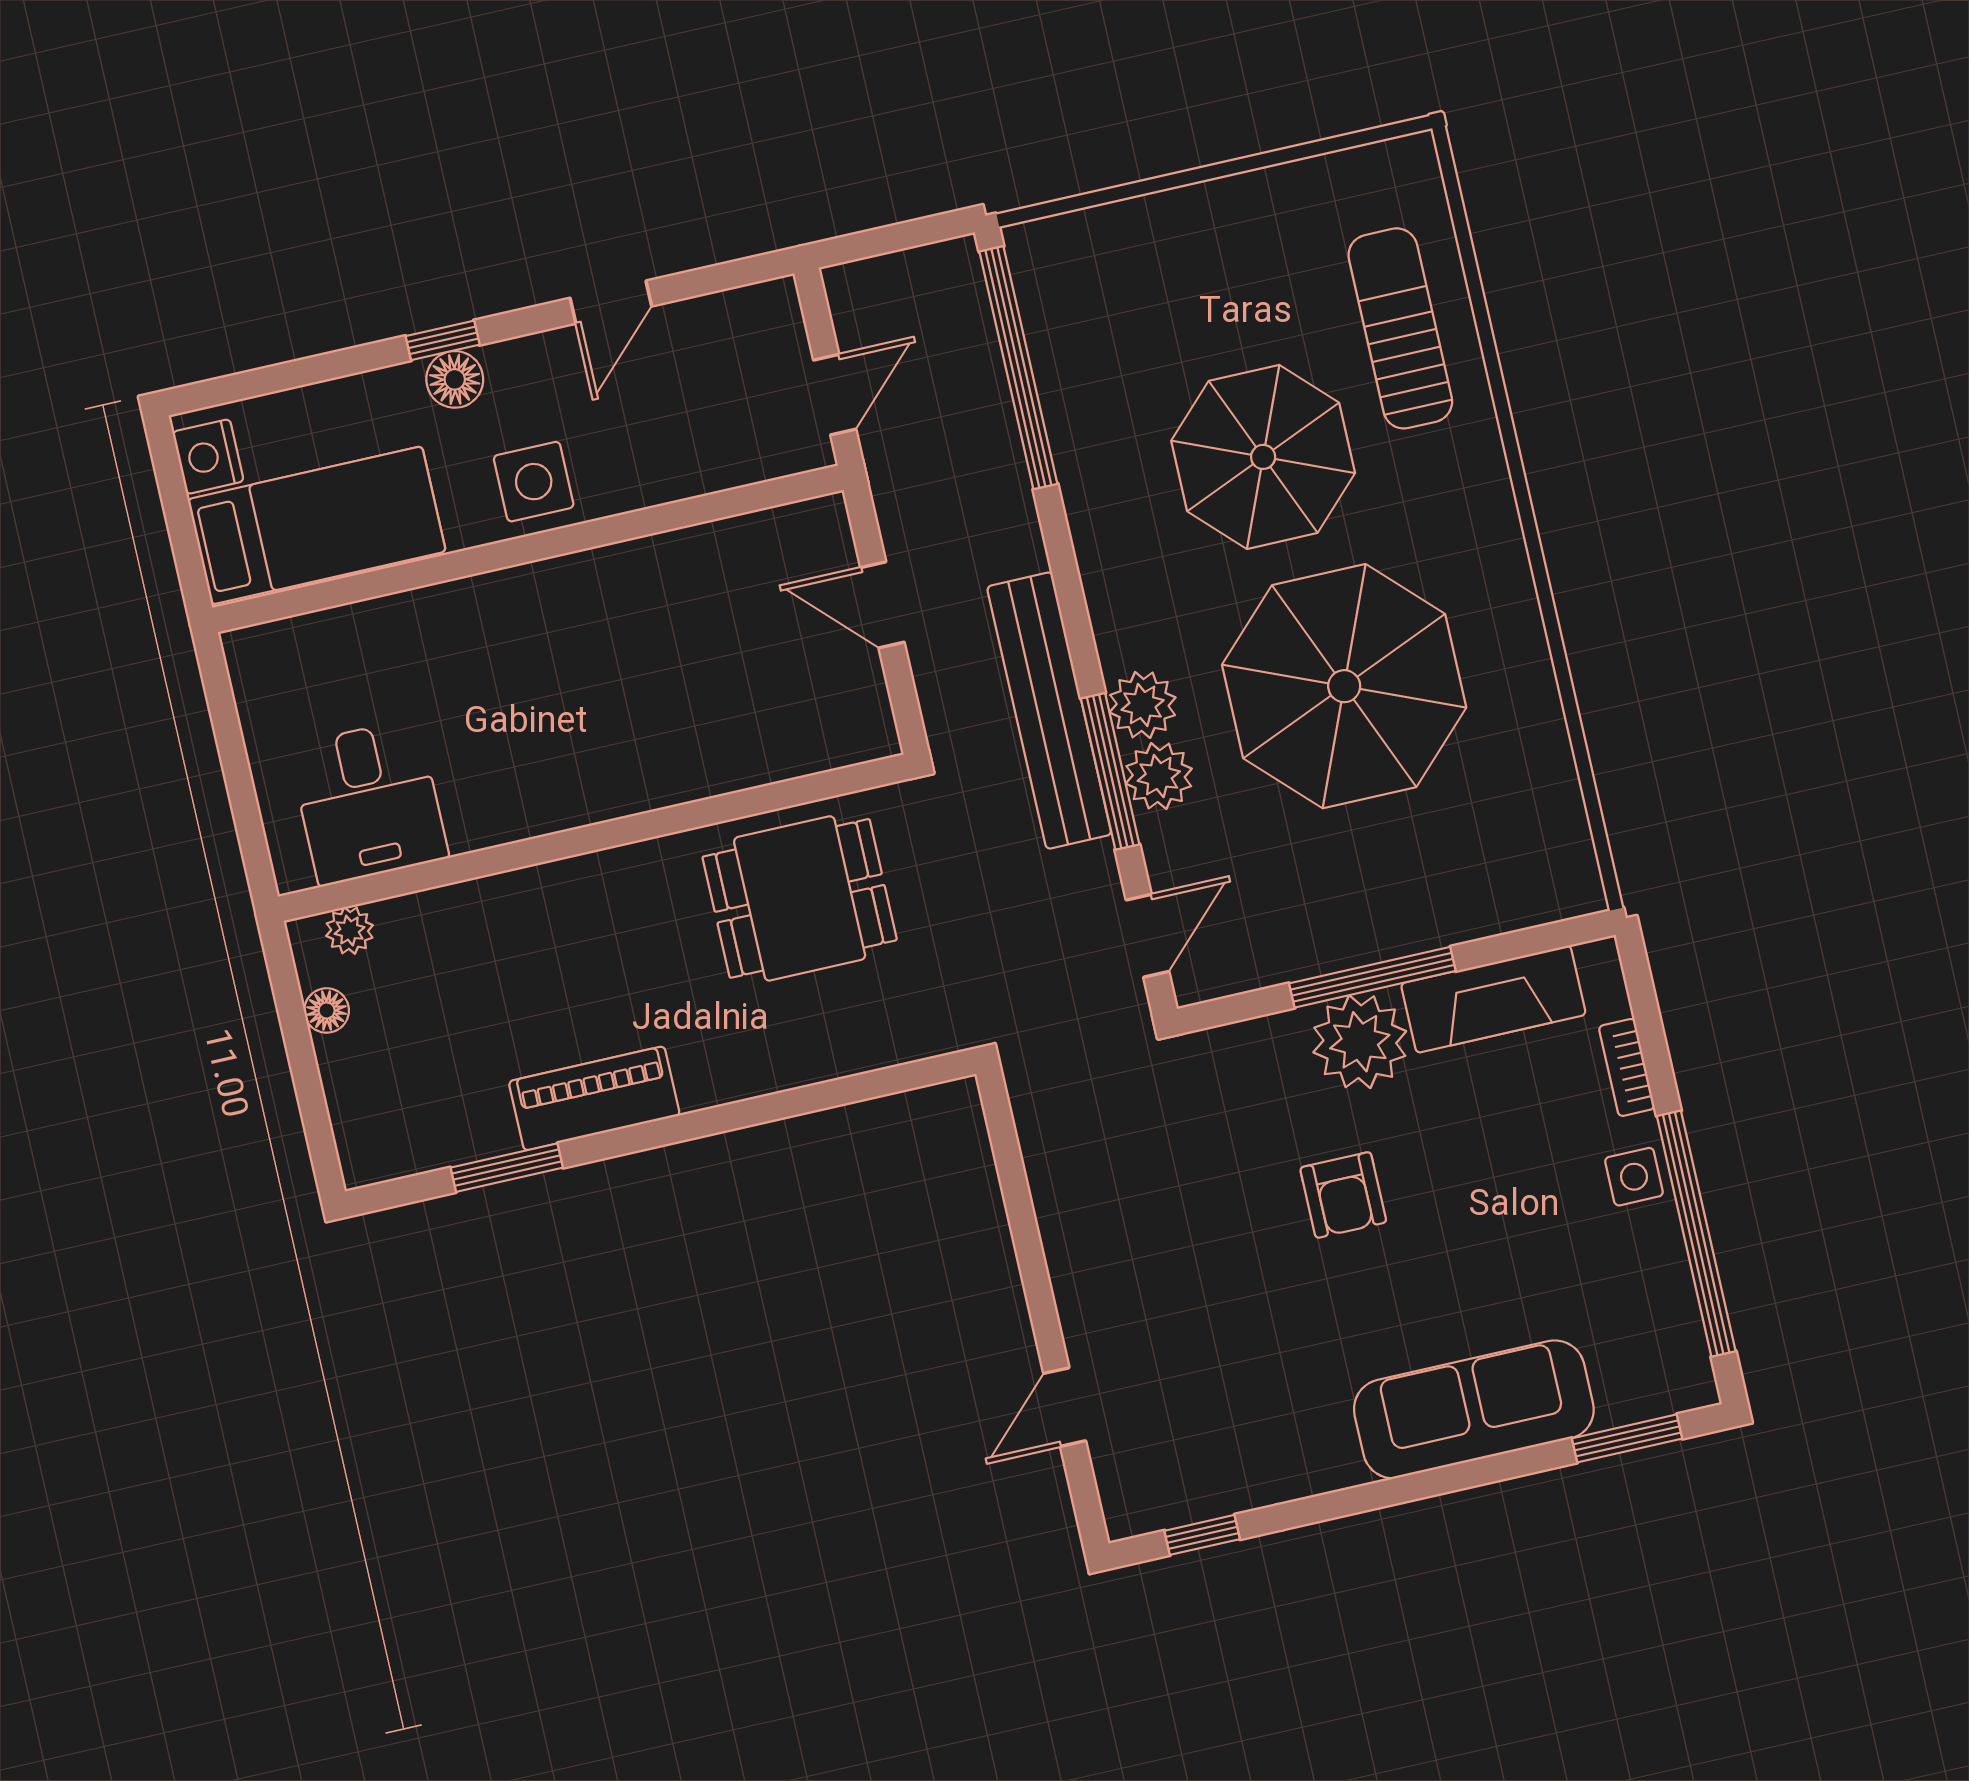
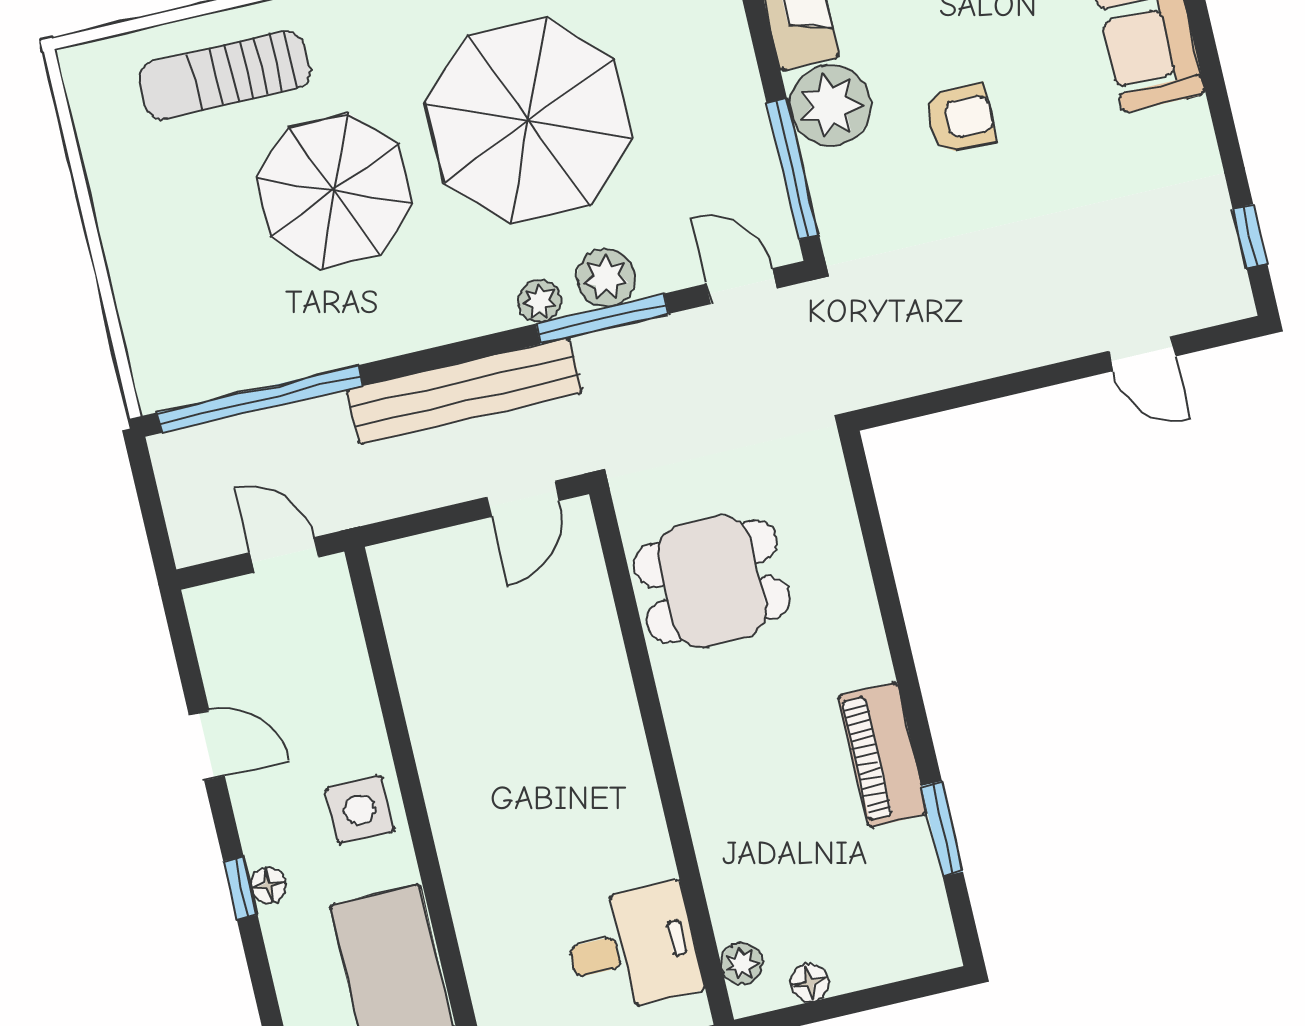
floor lamp: (455, 379) -> (268, 885), width x0.73, depth x0.73
door: (882, 605) -> (523, 499), moved
plant: (1143, 705) -> (540, 301), width x0.73, depth x0.73
bench: (1049, 711) -> (465, 391), moved
dining table: (800, 898) -> (712, 582), turned 90
window: (1372, 977) -> (793, 169), moved

